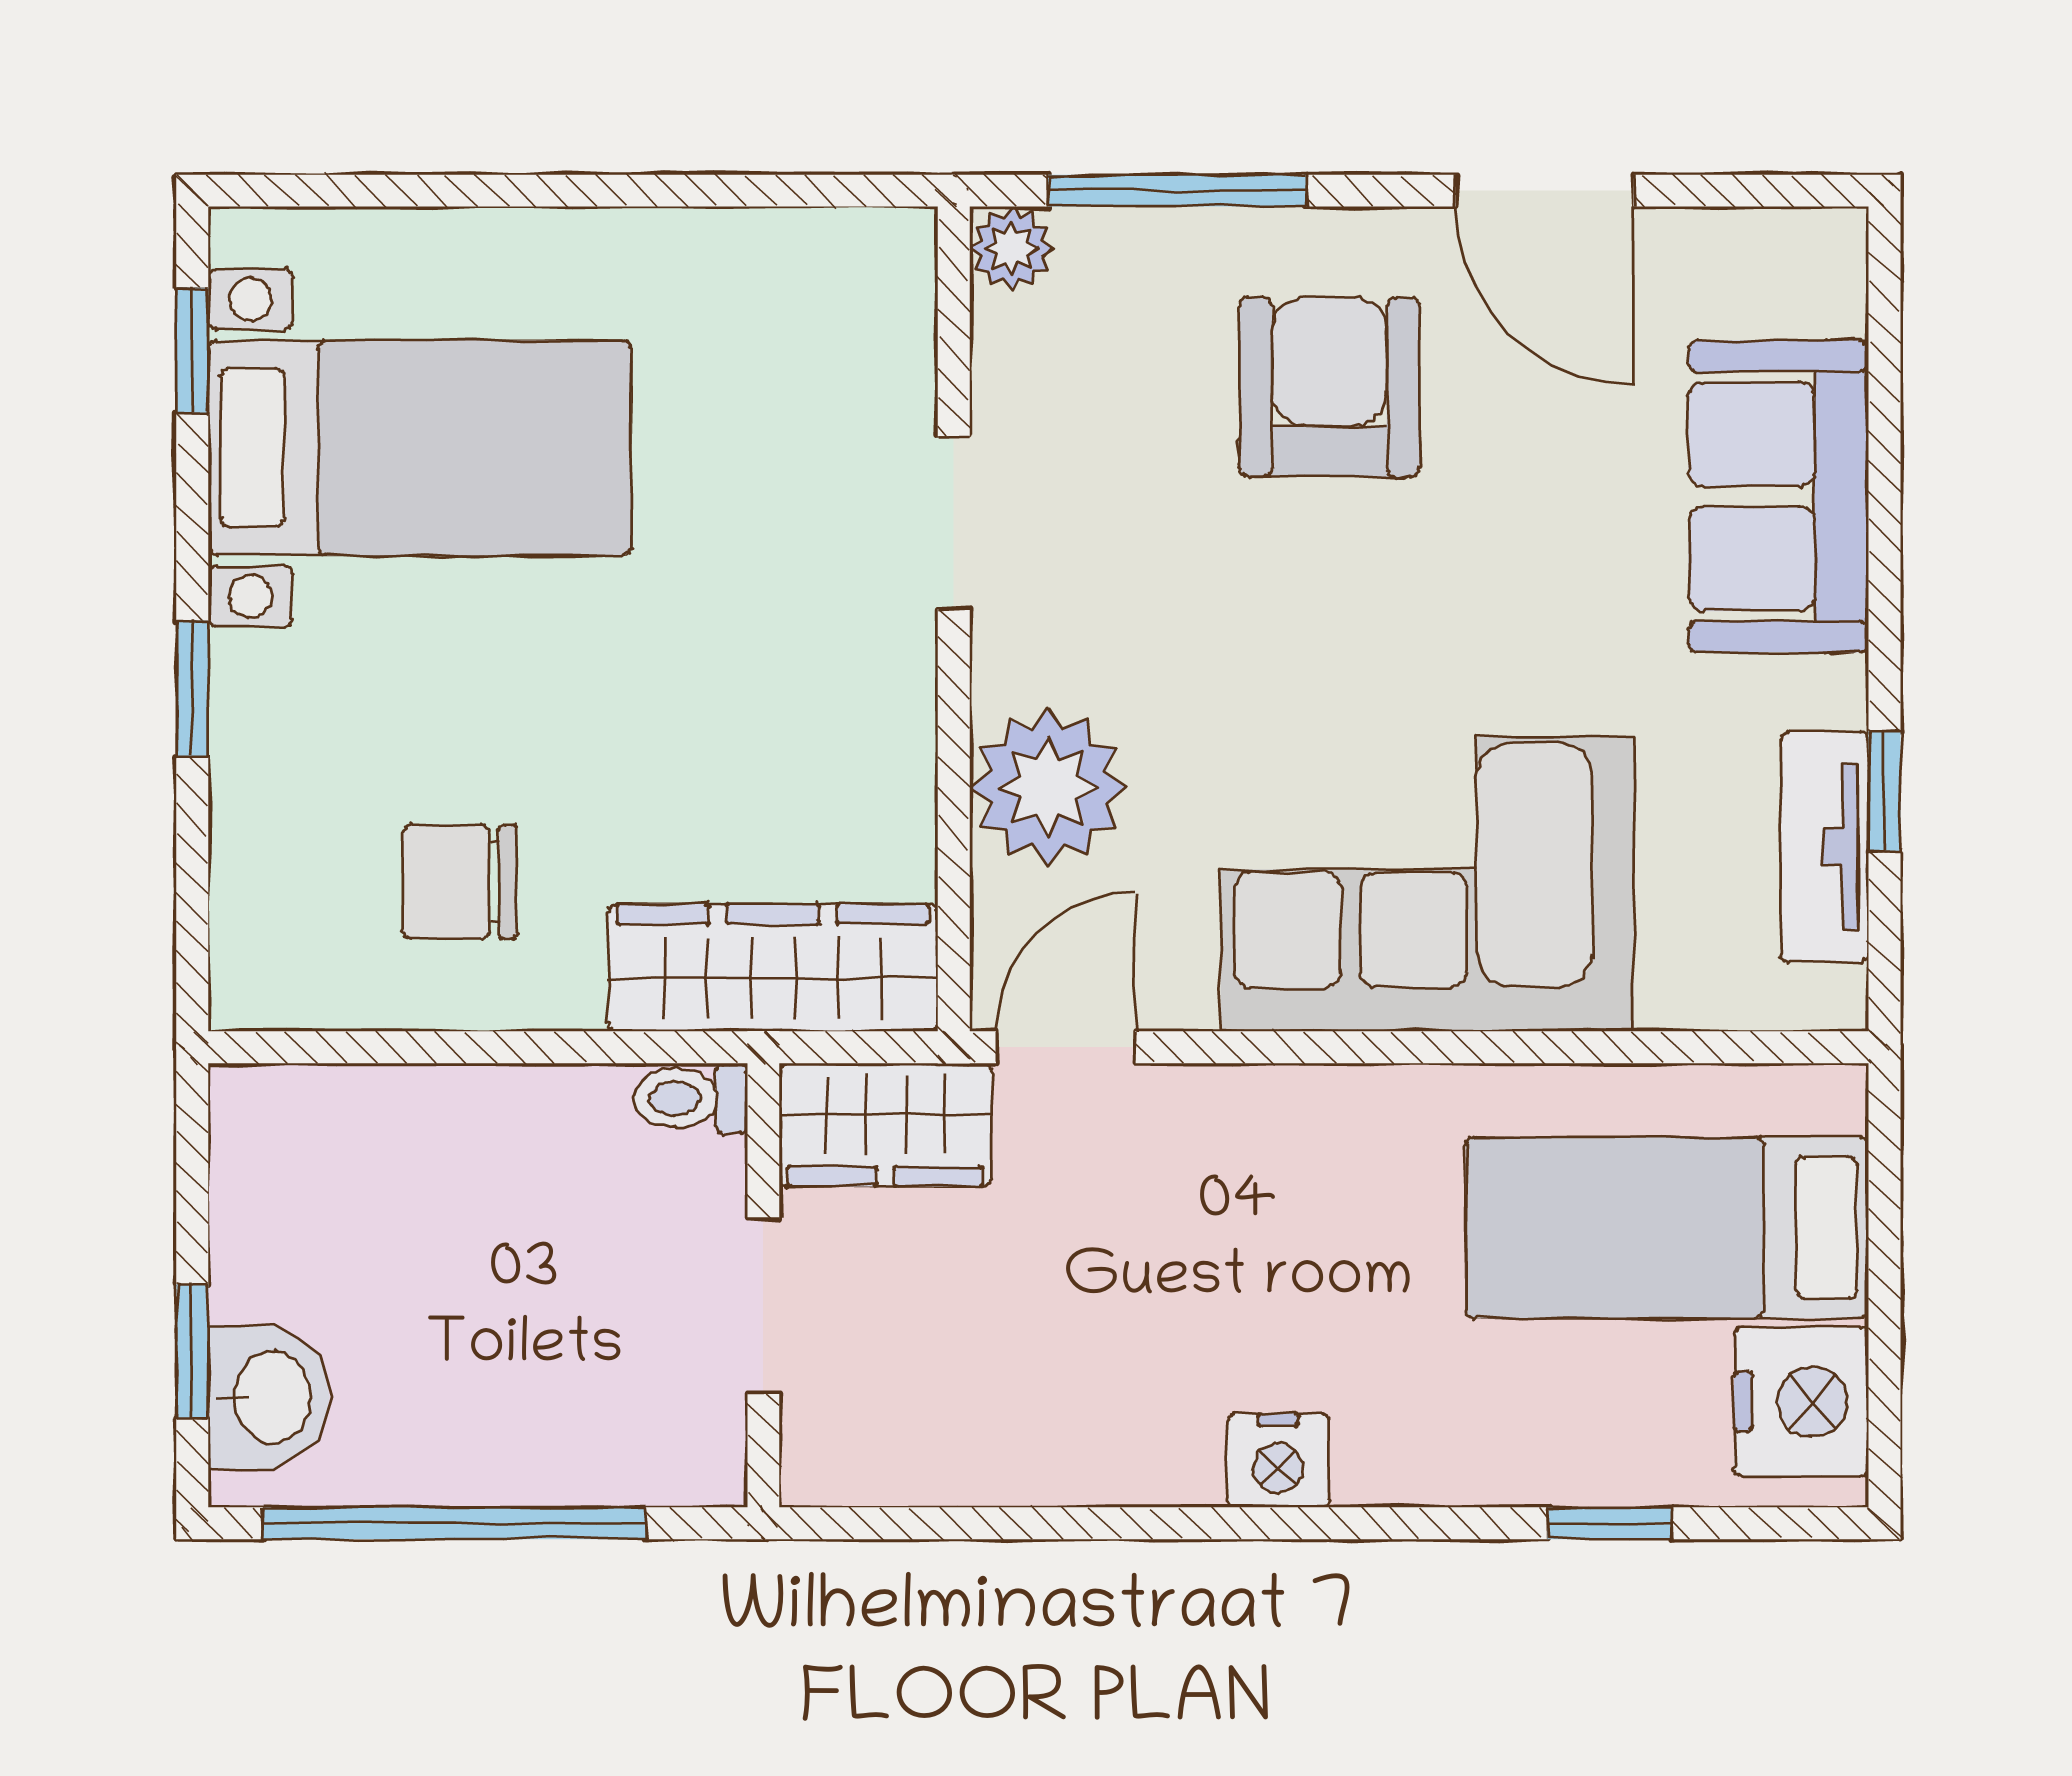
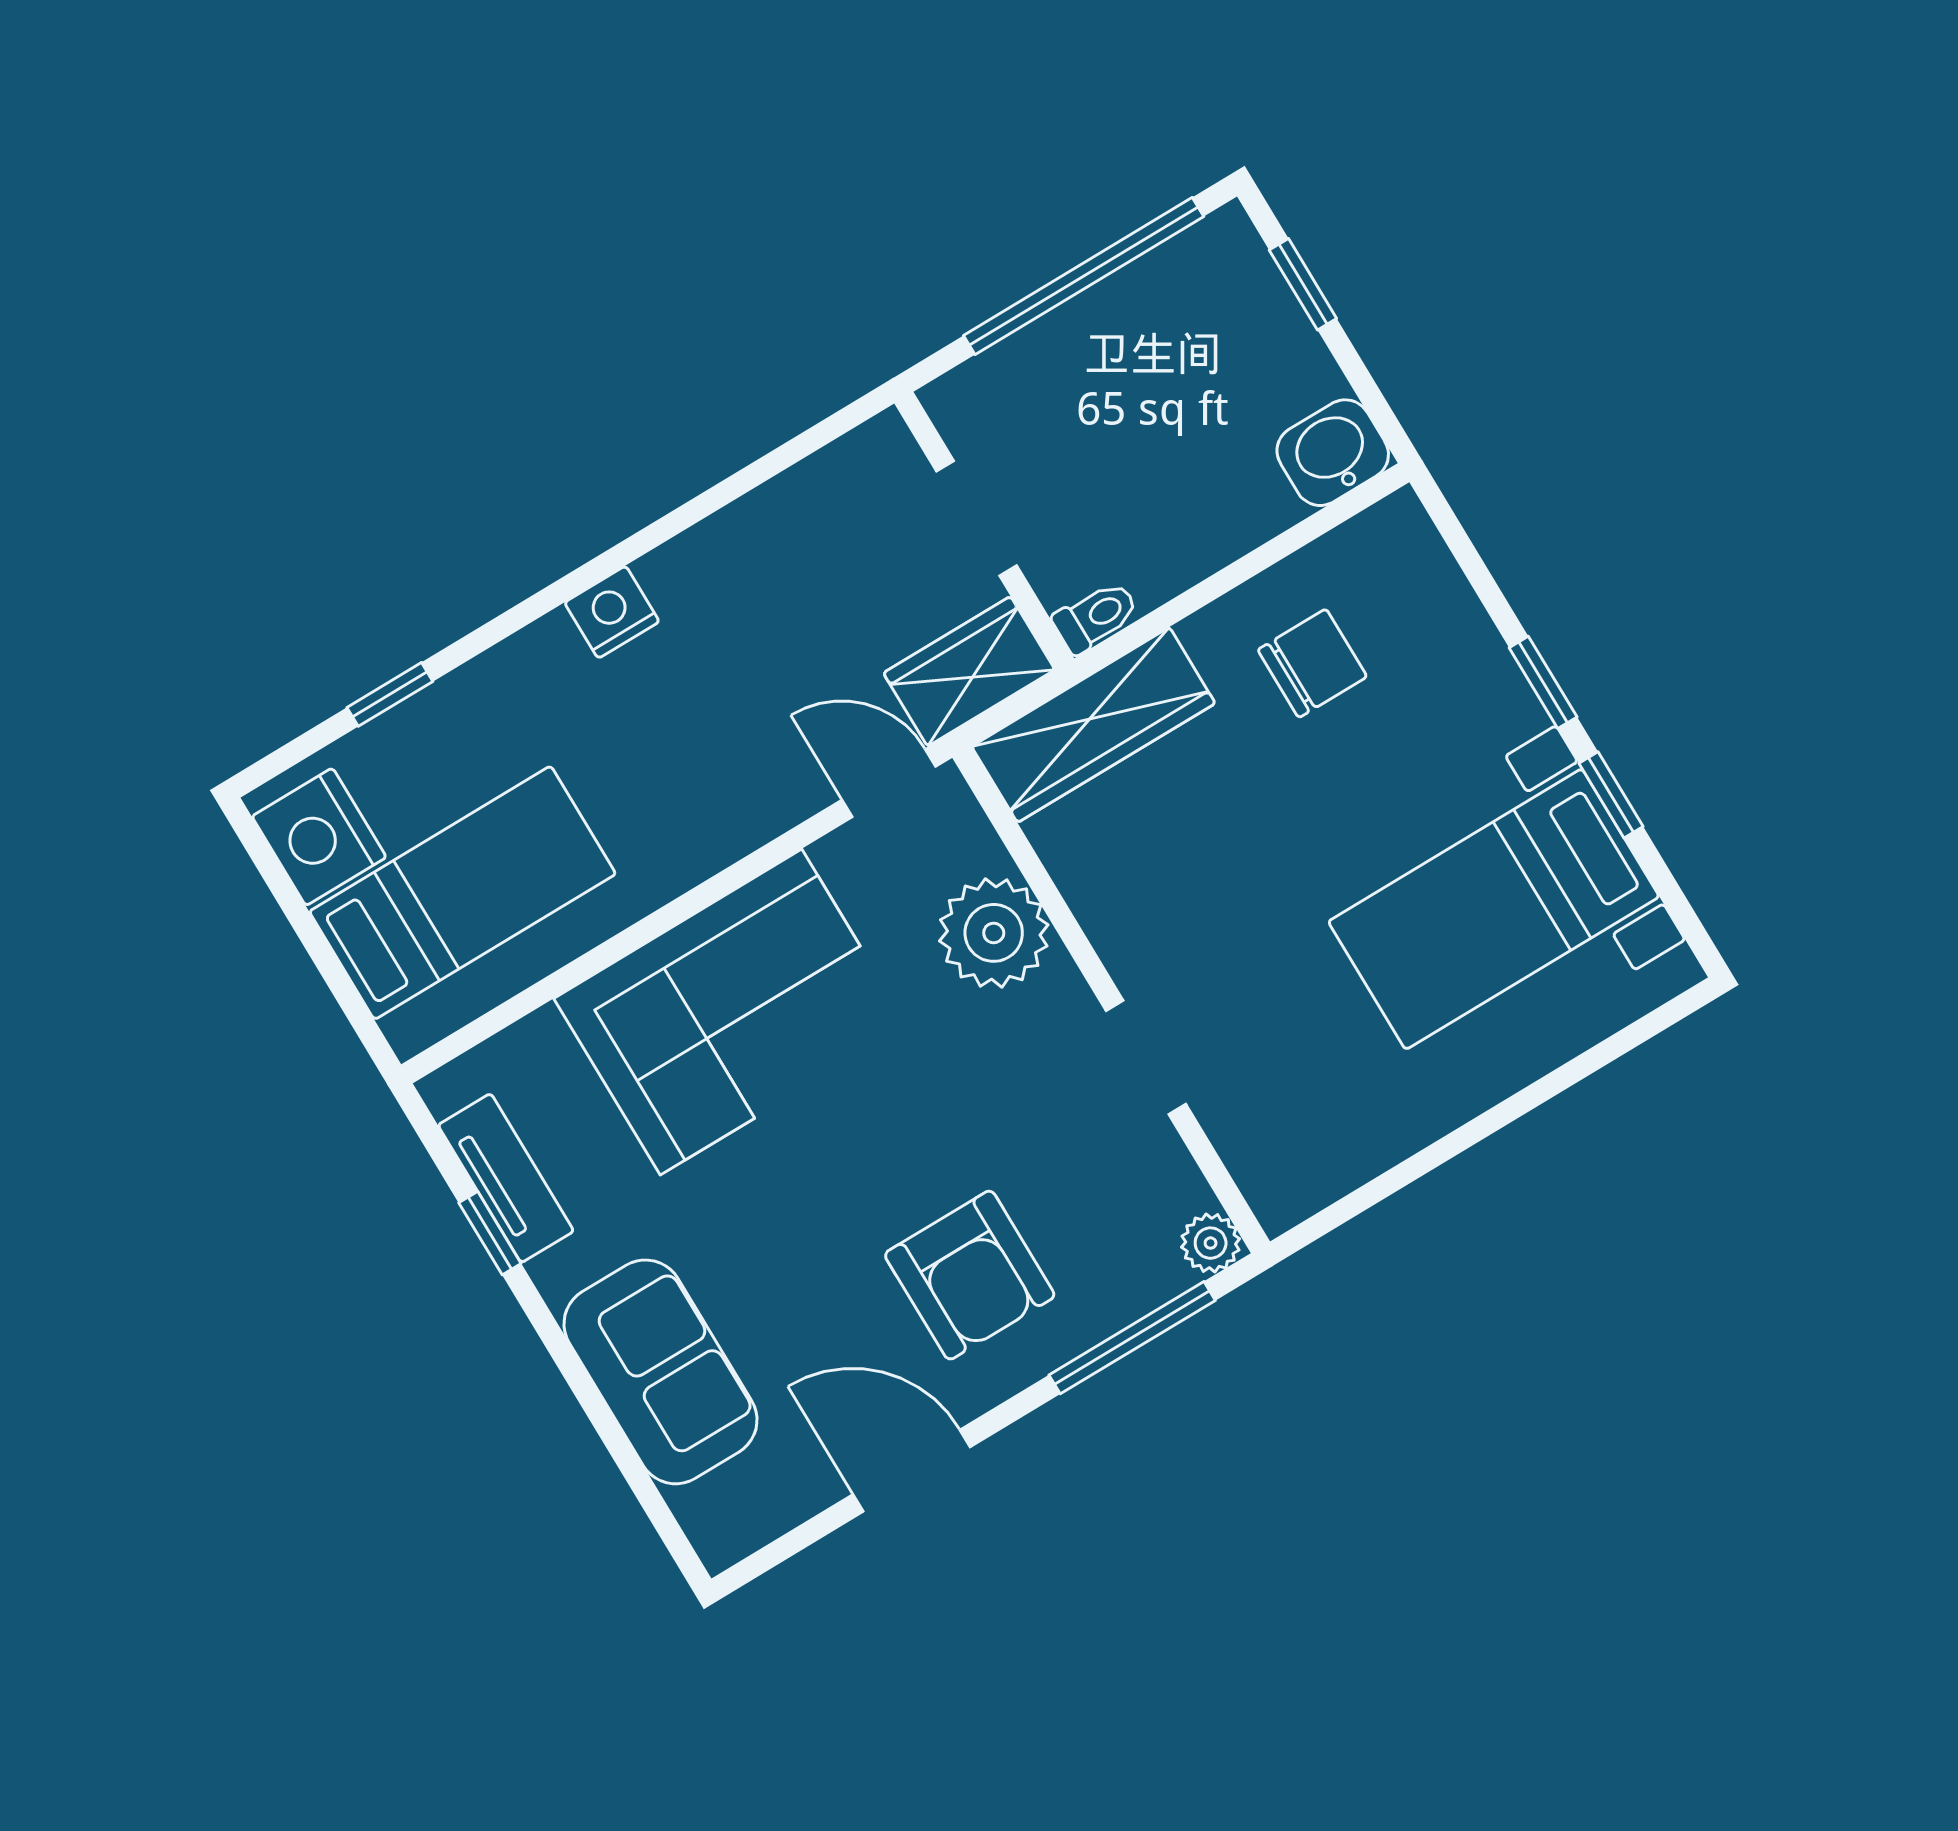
window: (192, 350) -> (1611, 795), moved
door: (1066, 1047) -> (889, 783), swing flipped
washbasin: (269, 1397) -> (1333, 453), moved, turned 90

